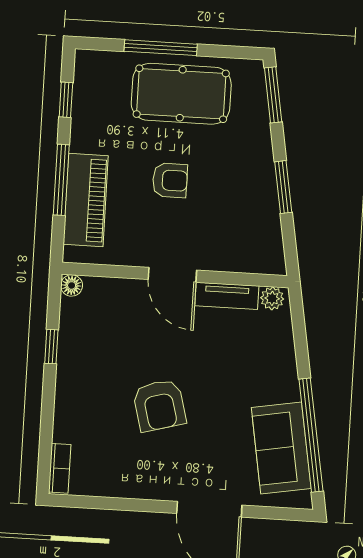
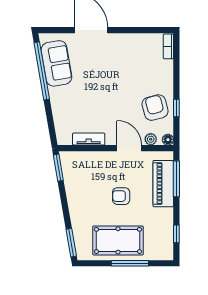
window: (61, 180) -> (176, 179), moved
window: (283, 187) -> (58, 168), moved
door: (172, 275) -> (129, 148), moved
plant: (272, 298) -> (151, 139), moved
armchair: (159, 405) -> (155, 108), moved

